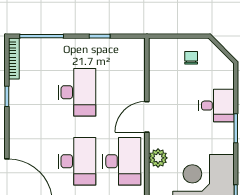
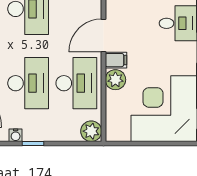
filing cabinet: (159, 140) -> (116, 60), added

